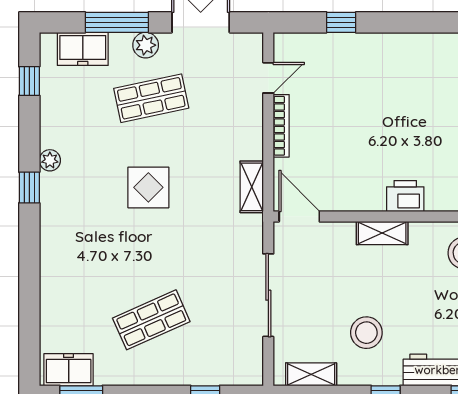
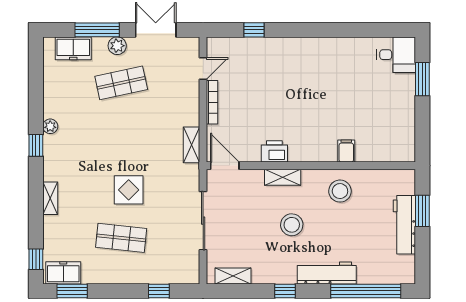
window: (29, 81) -> (36, 259), moved
display table: (148, 187) -> (129, 190), moved
printer: (405, 196) -> (274, 151), moved
shelving: (50, 263) -> (50, 198), added
shop shelf: (151, 320) -> (121, 238), turned 30
stool: (366, 333) -> (292, 225), moved

